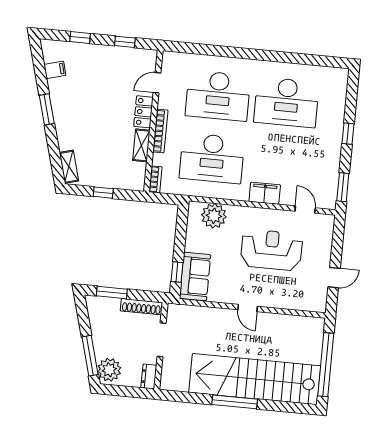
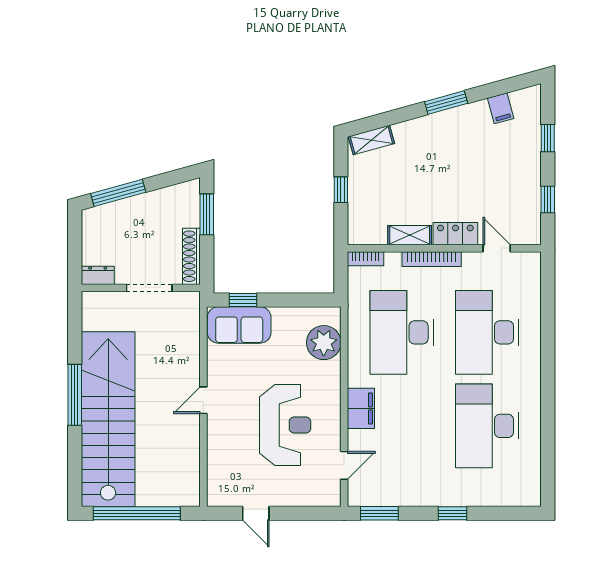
plant: (109, 370) -> (102, 221), removed

